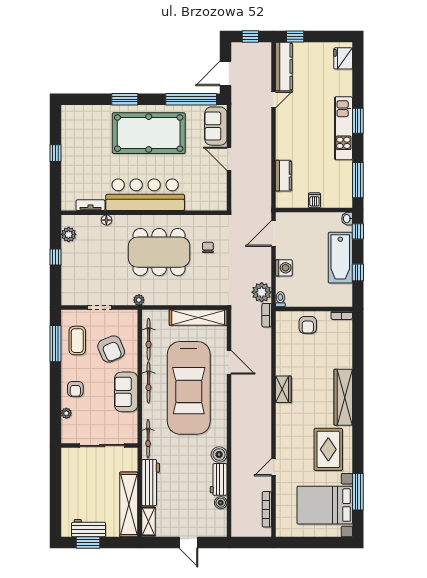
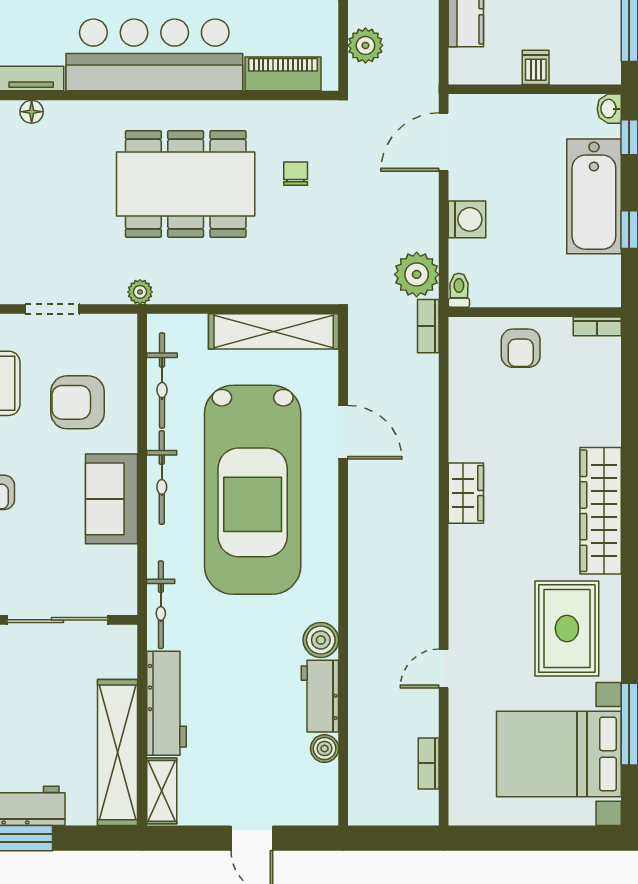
plant: (239, 191) -> (365, 45), added
piano: (202, 203) -> (283, 74), added
floor lamp: (106, 220) -> (32, 112), moved
armchair: (111, 349) -> (78, 402), turned 113
bookcase: (267, 509) -> (429, 763), width x0.64

